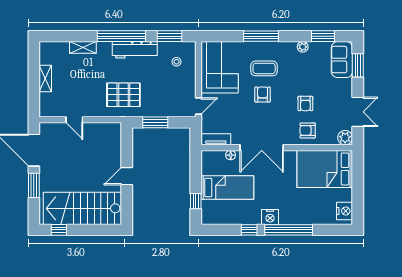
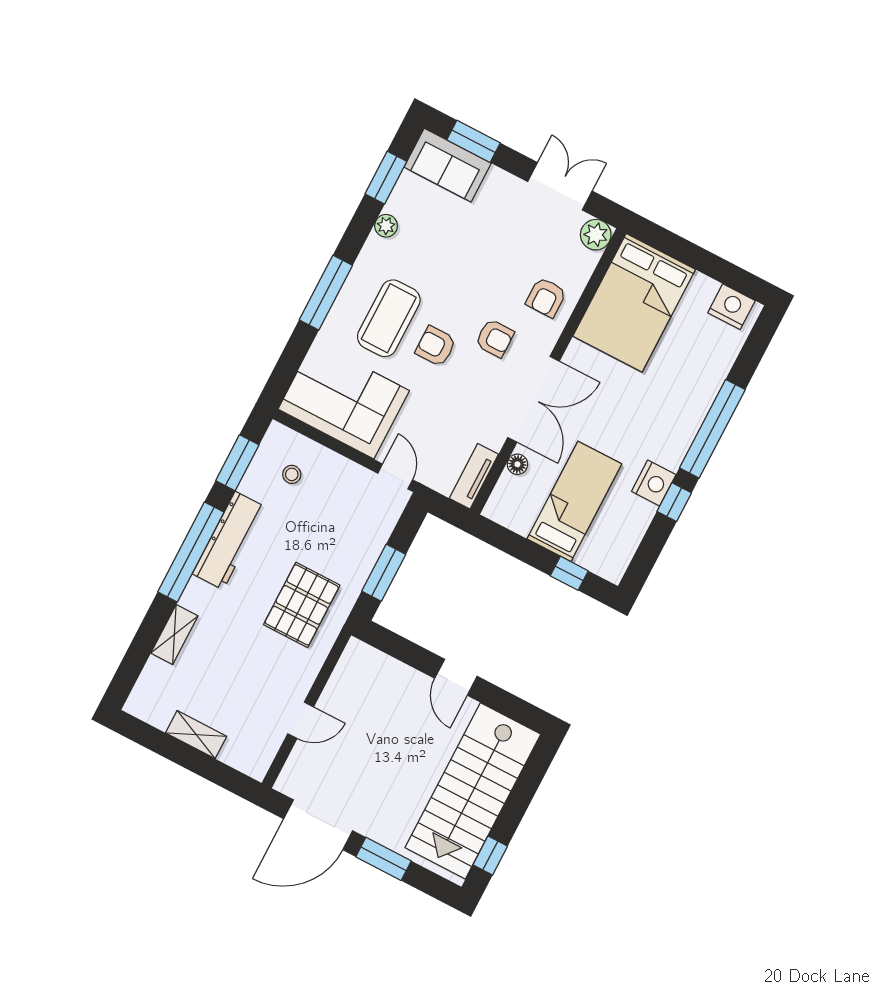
coffee table: (264, 68) -> (389, 318), width x1.36, depth x1.32
armchair: (305, 104) -> (495, 338), moved
nightstand: (270, 217) -> (654, 483), moved

